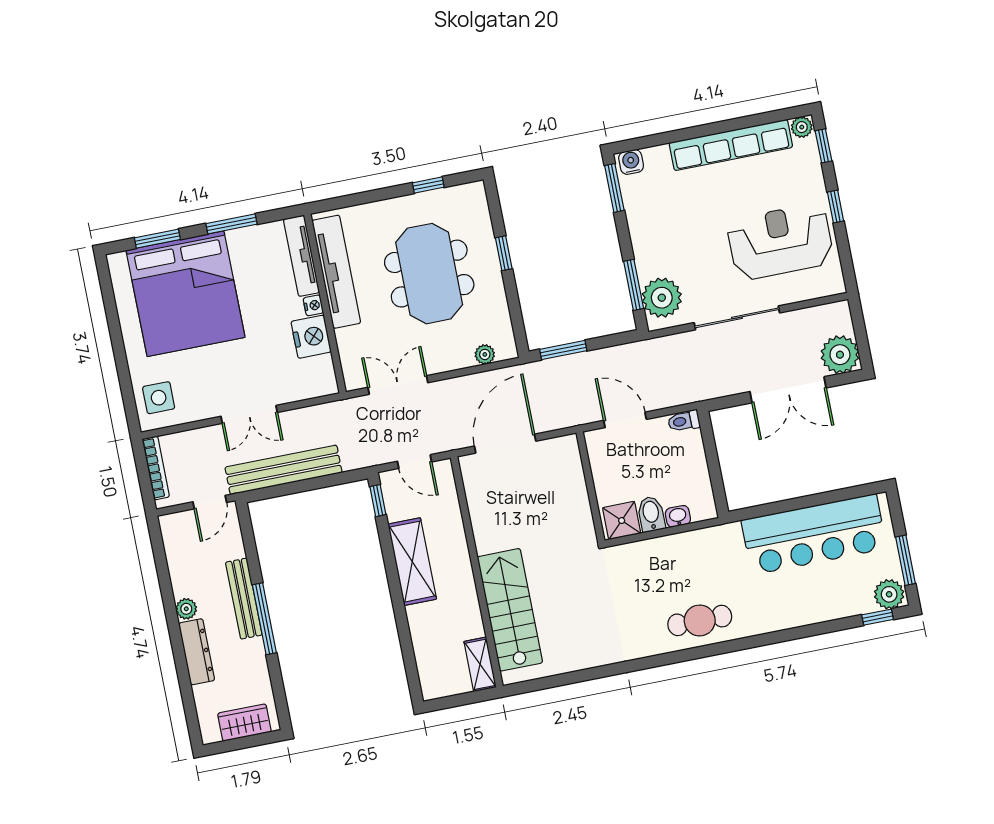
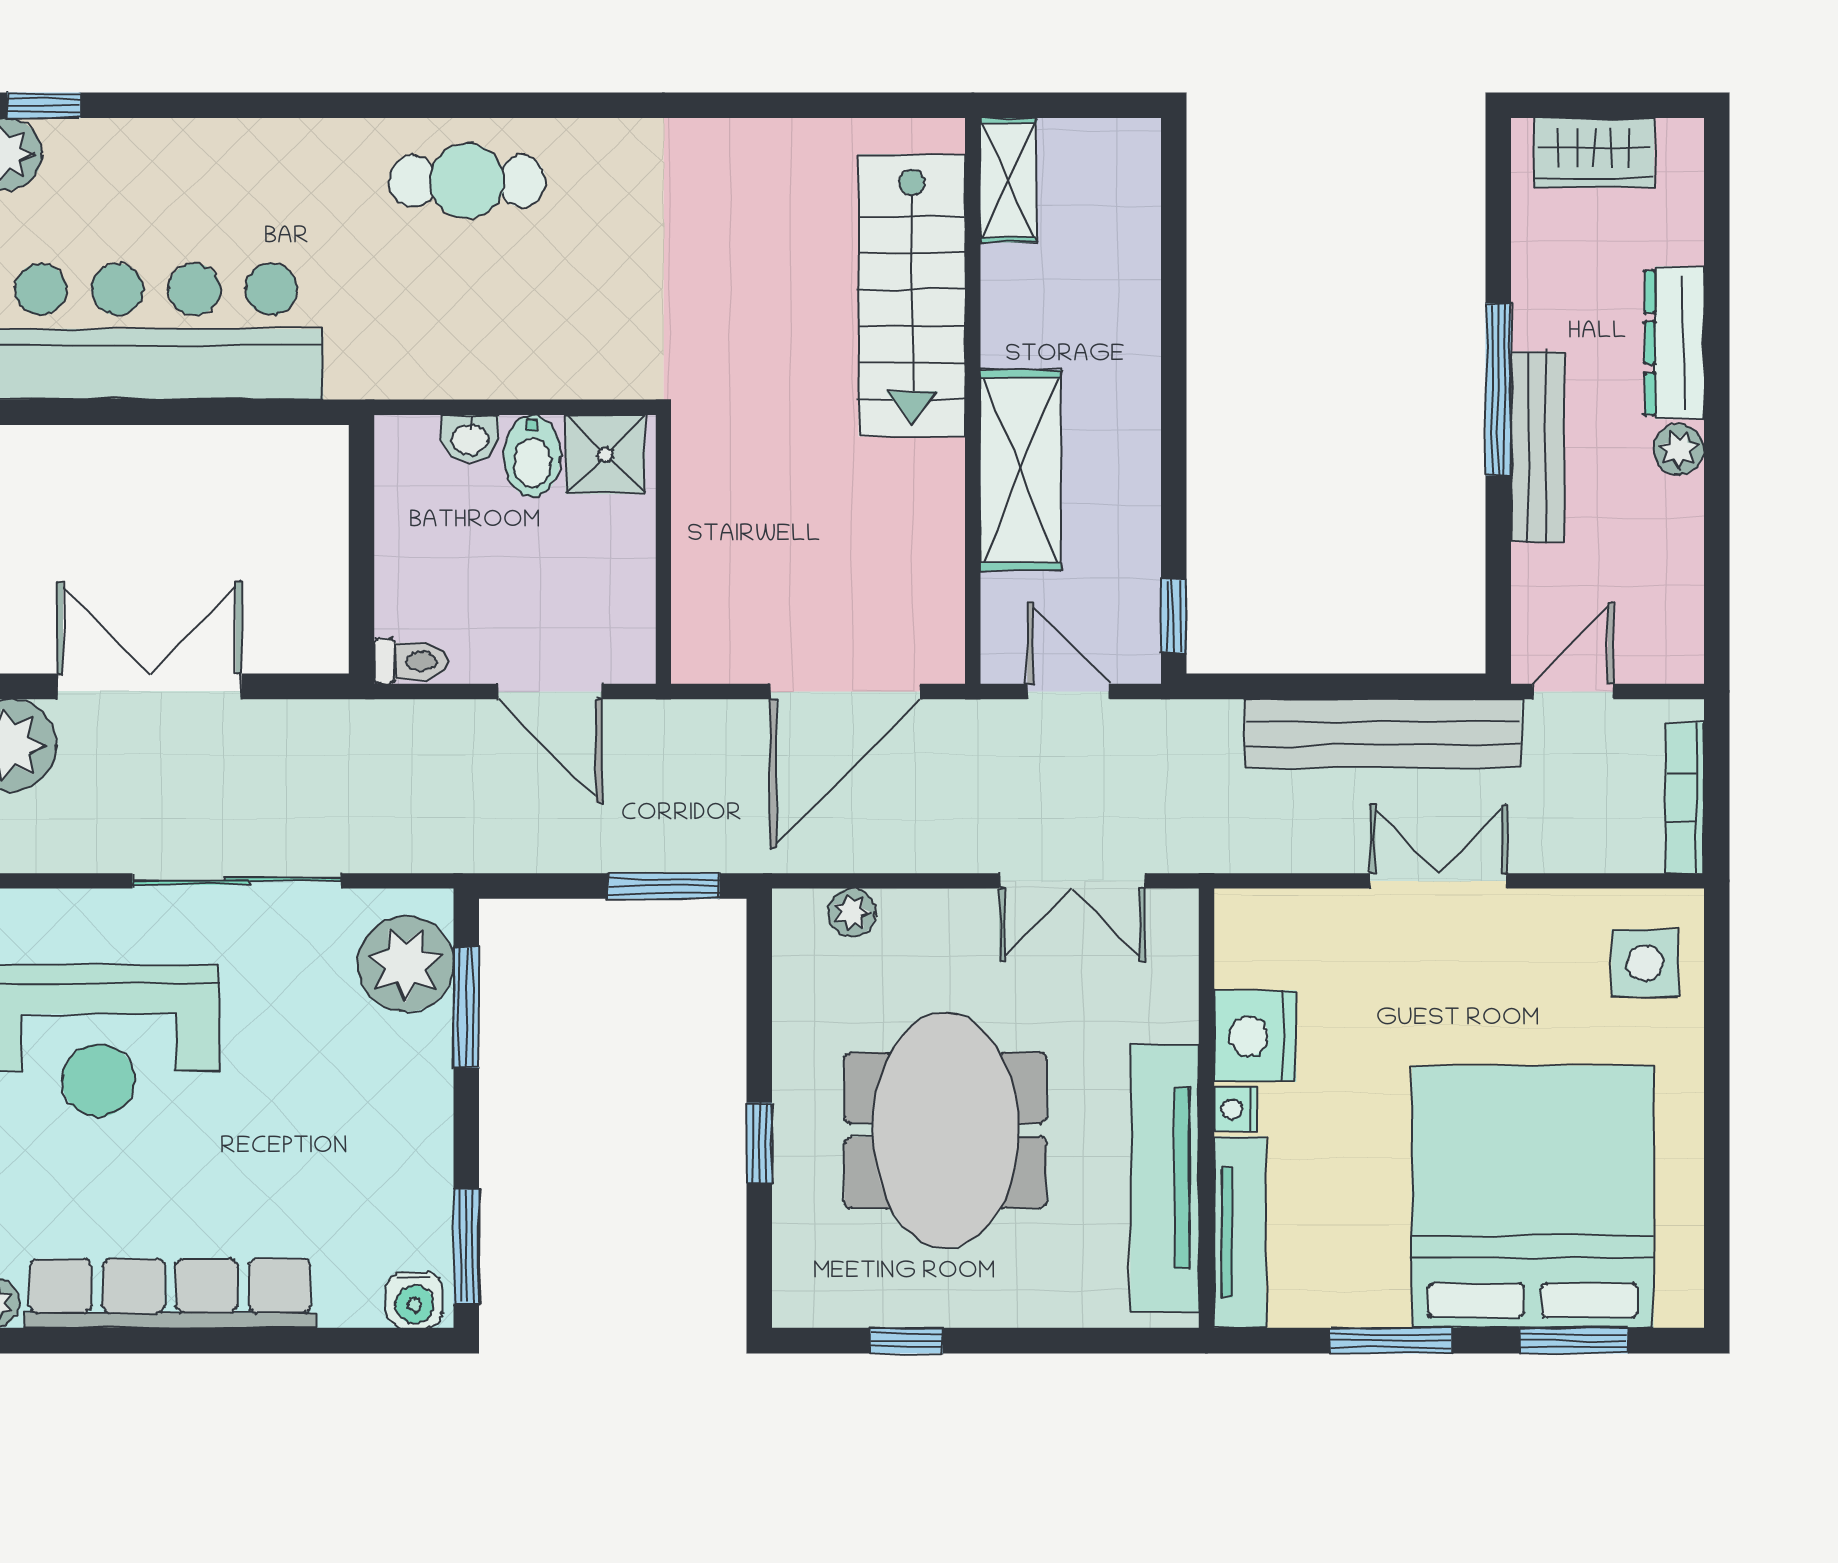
shelving: (412, 562) -> (1021, 470), moved

